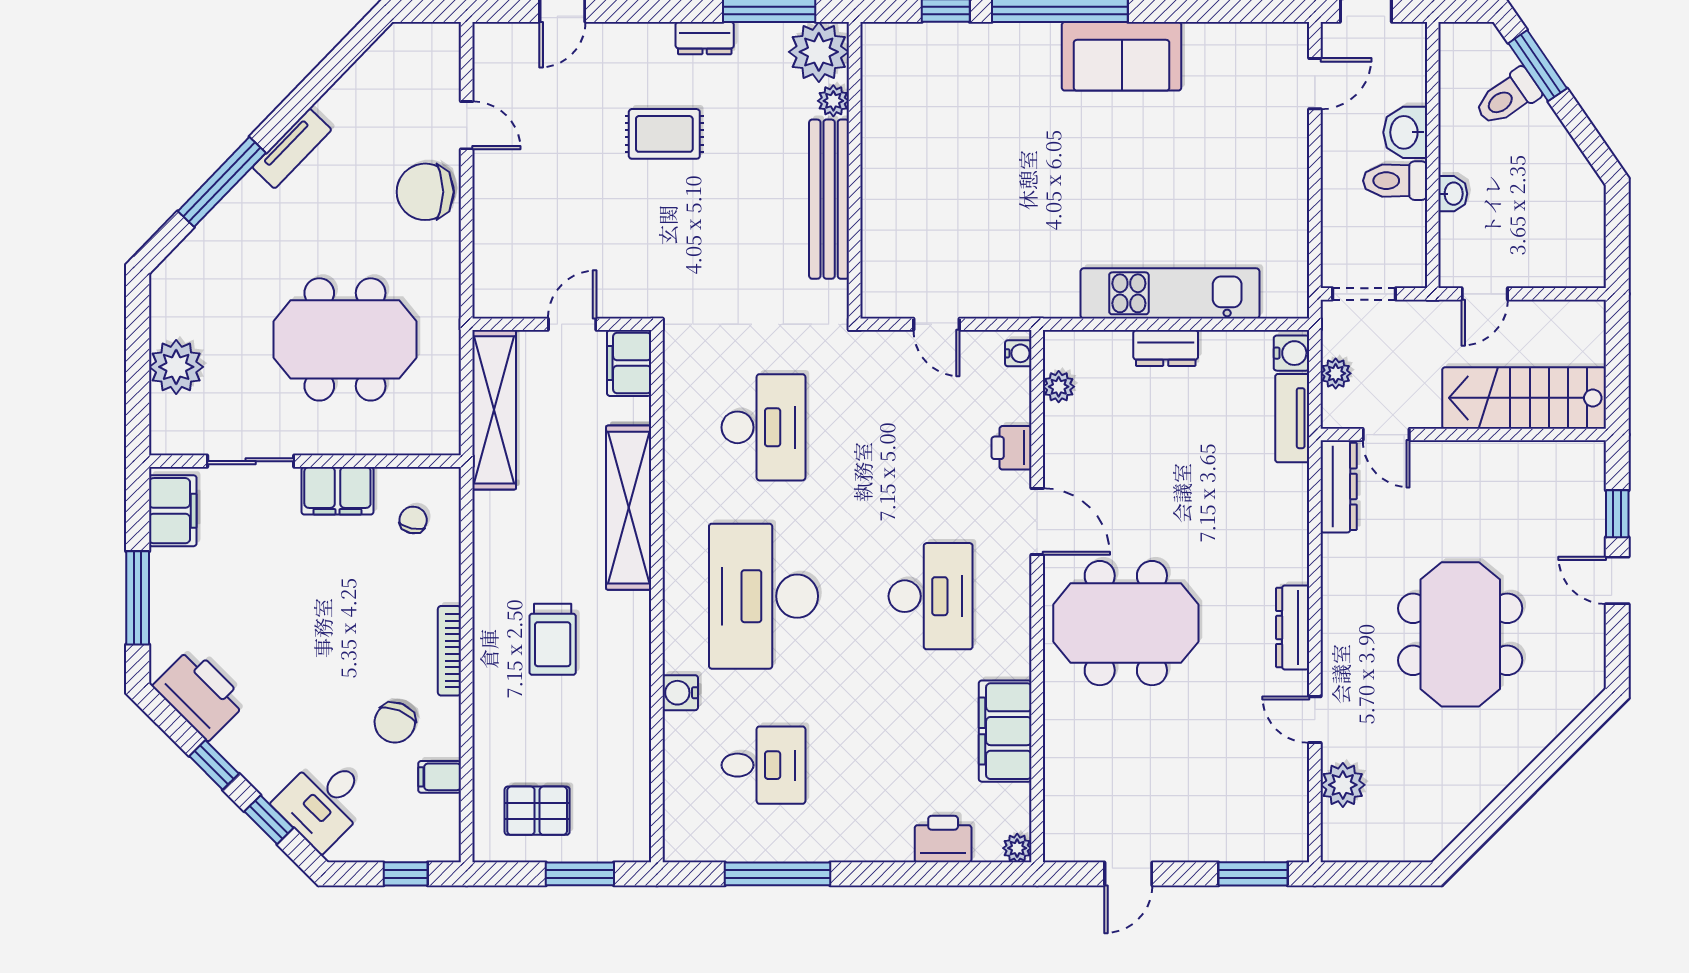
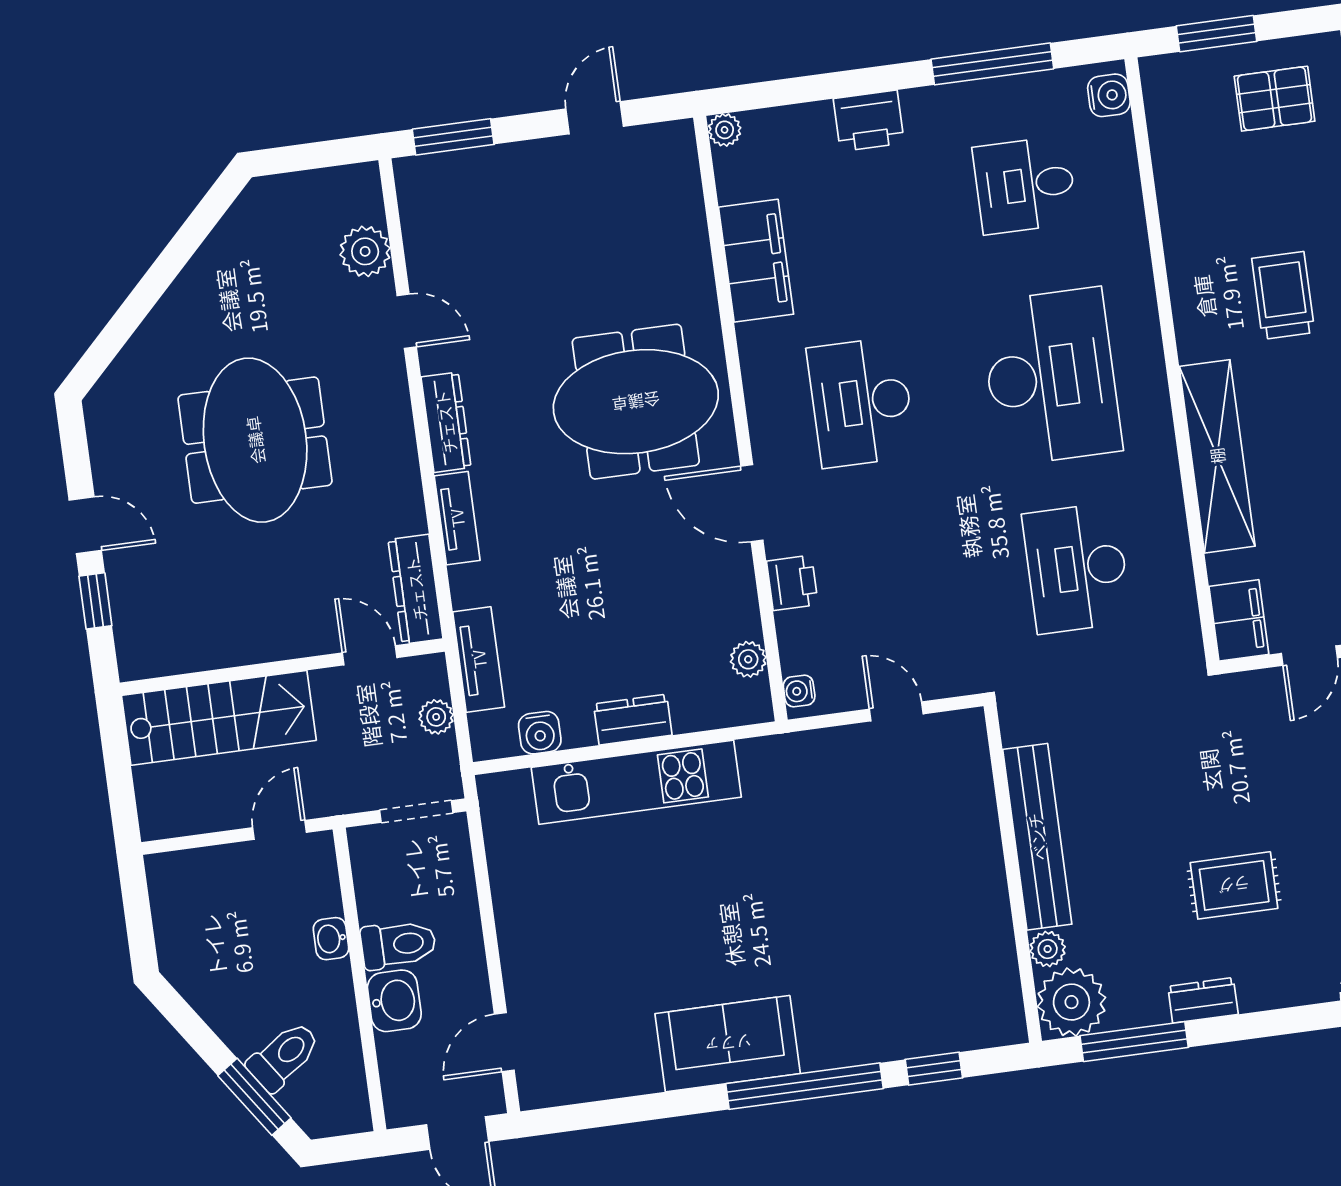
water cooler: (1291, 353) -> (540, 733), moved, turned -90
tv unit: (1294, 543) -> (457, 518), added
water cooler: (680, 693) -> (1109, 95), moved
printer: (943, 839) -> (869, 121), moved

